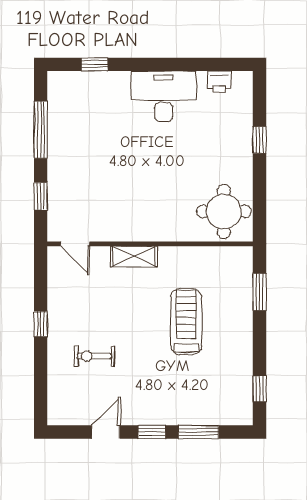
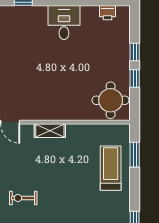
desk: (164, 96) -> (64, 23), width x0.73
window: (260, 179) -> (135, 79), added
treadmill: (186, 321) -> (111, 168), moved

